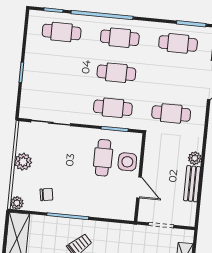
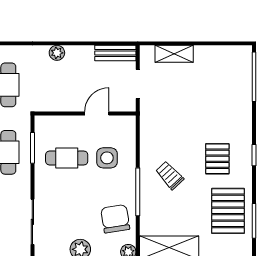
side table: (127, 162) -> (107, 158), moved
bench: (192, 184) -> (115, 53), moved
chair: (46, 195) -> (115, 219), width x1.87, depth x1.87

